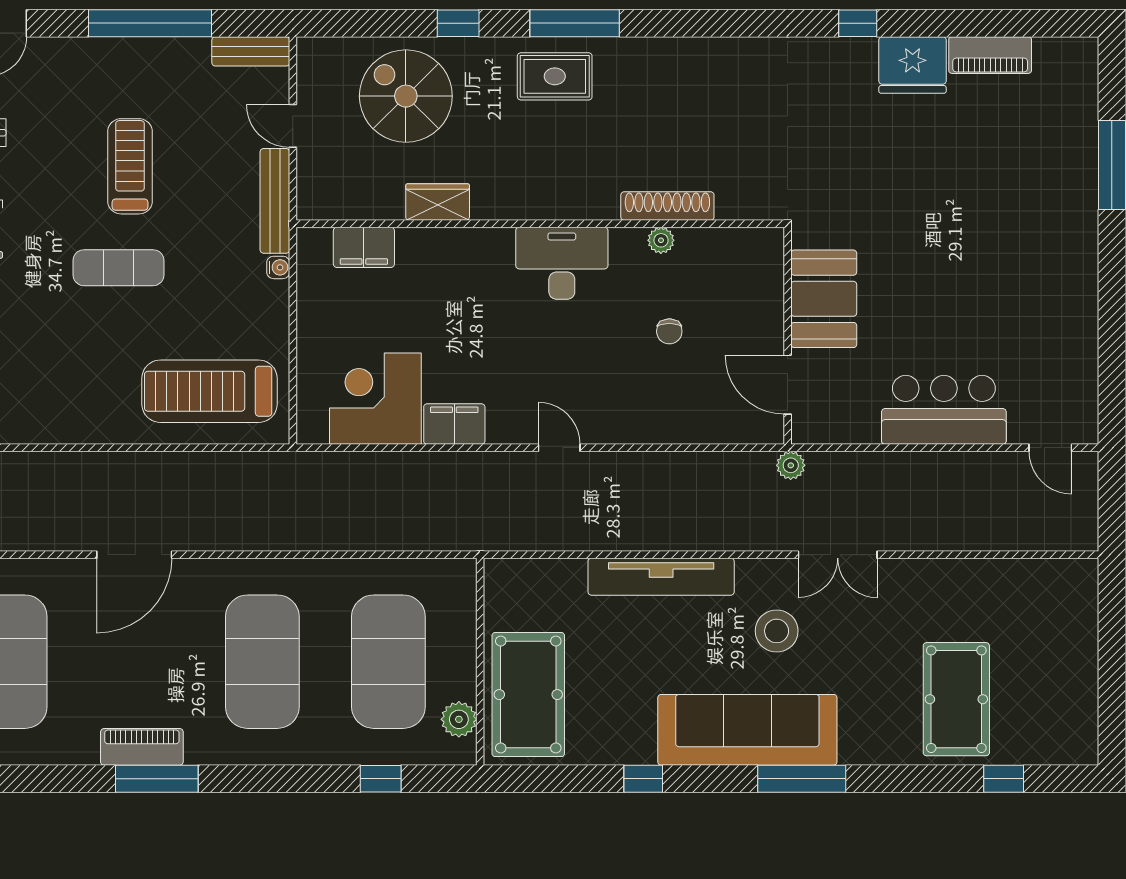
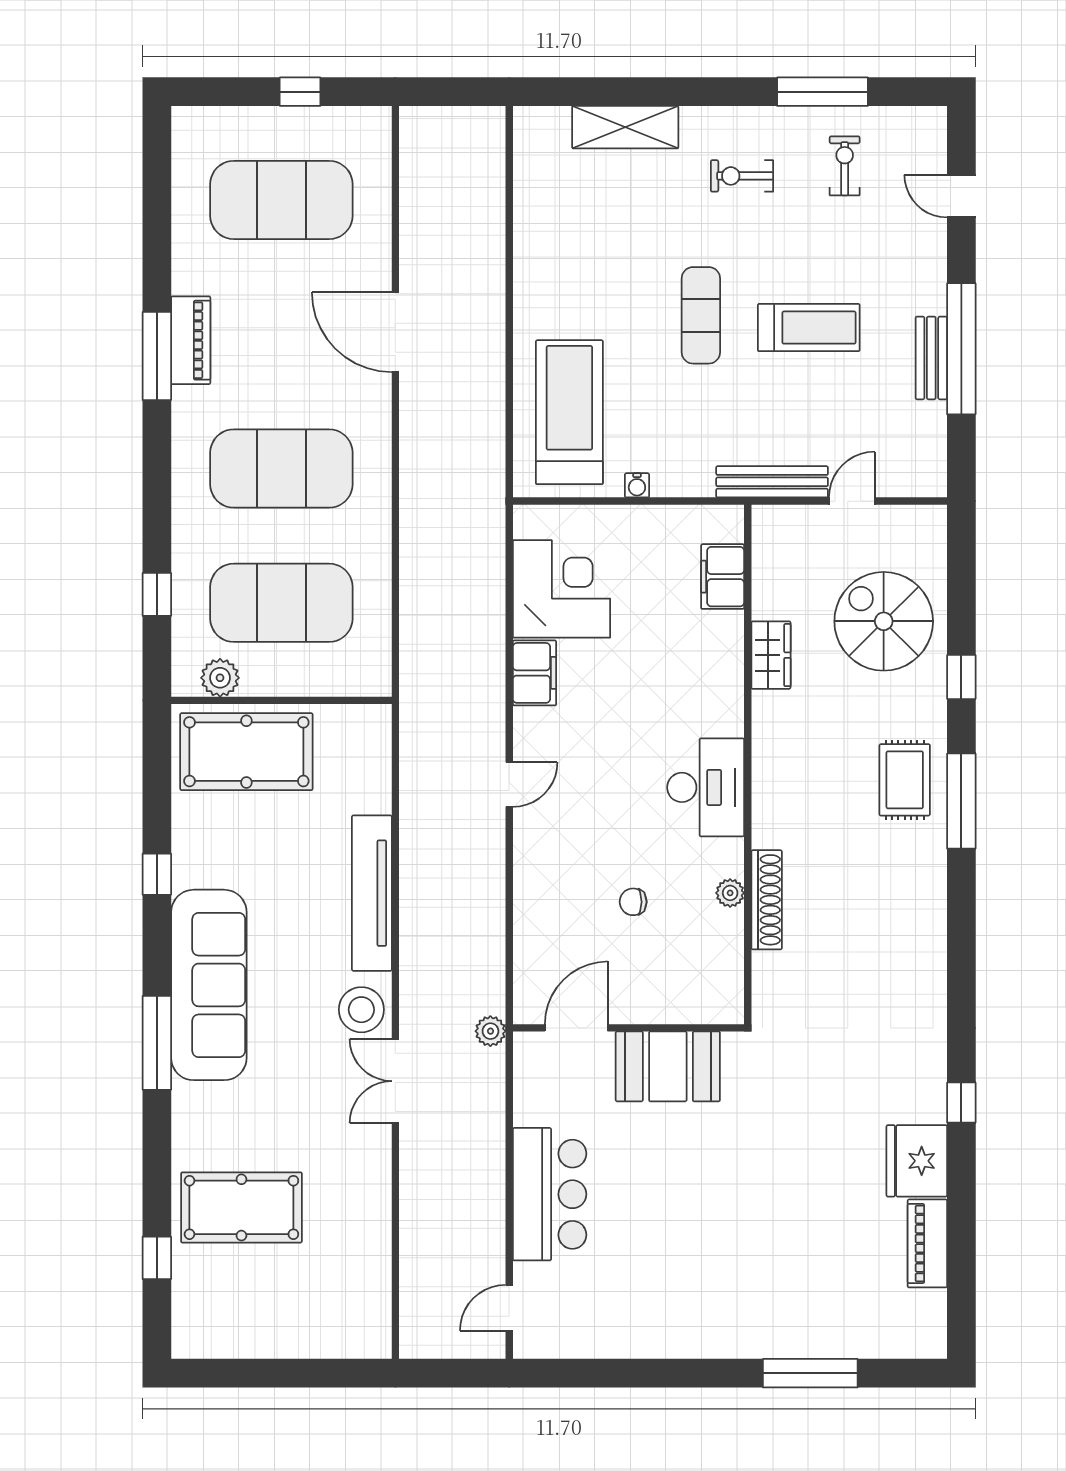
bench: (251, 51) -> (931, 358), moved
spiral stairs: (406, 96) -> (884, 621), turned -90
water cooler: (278, 267) -> (637, 485), moved
stool: (777, 631) -> (361, 1010), moved

